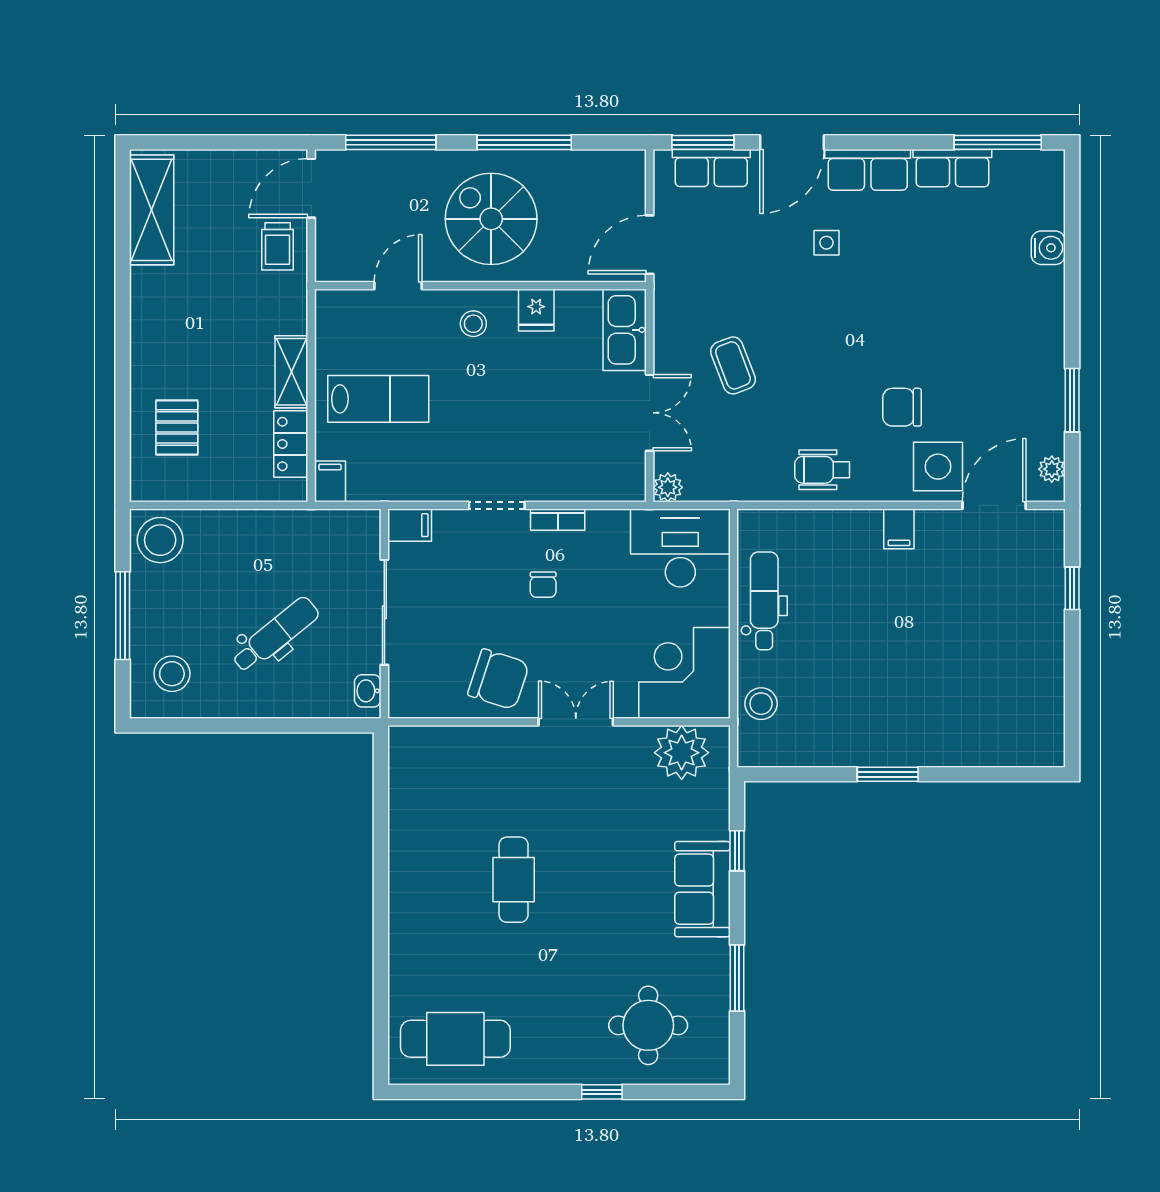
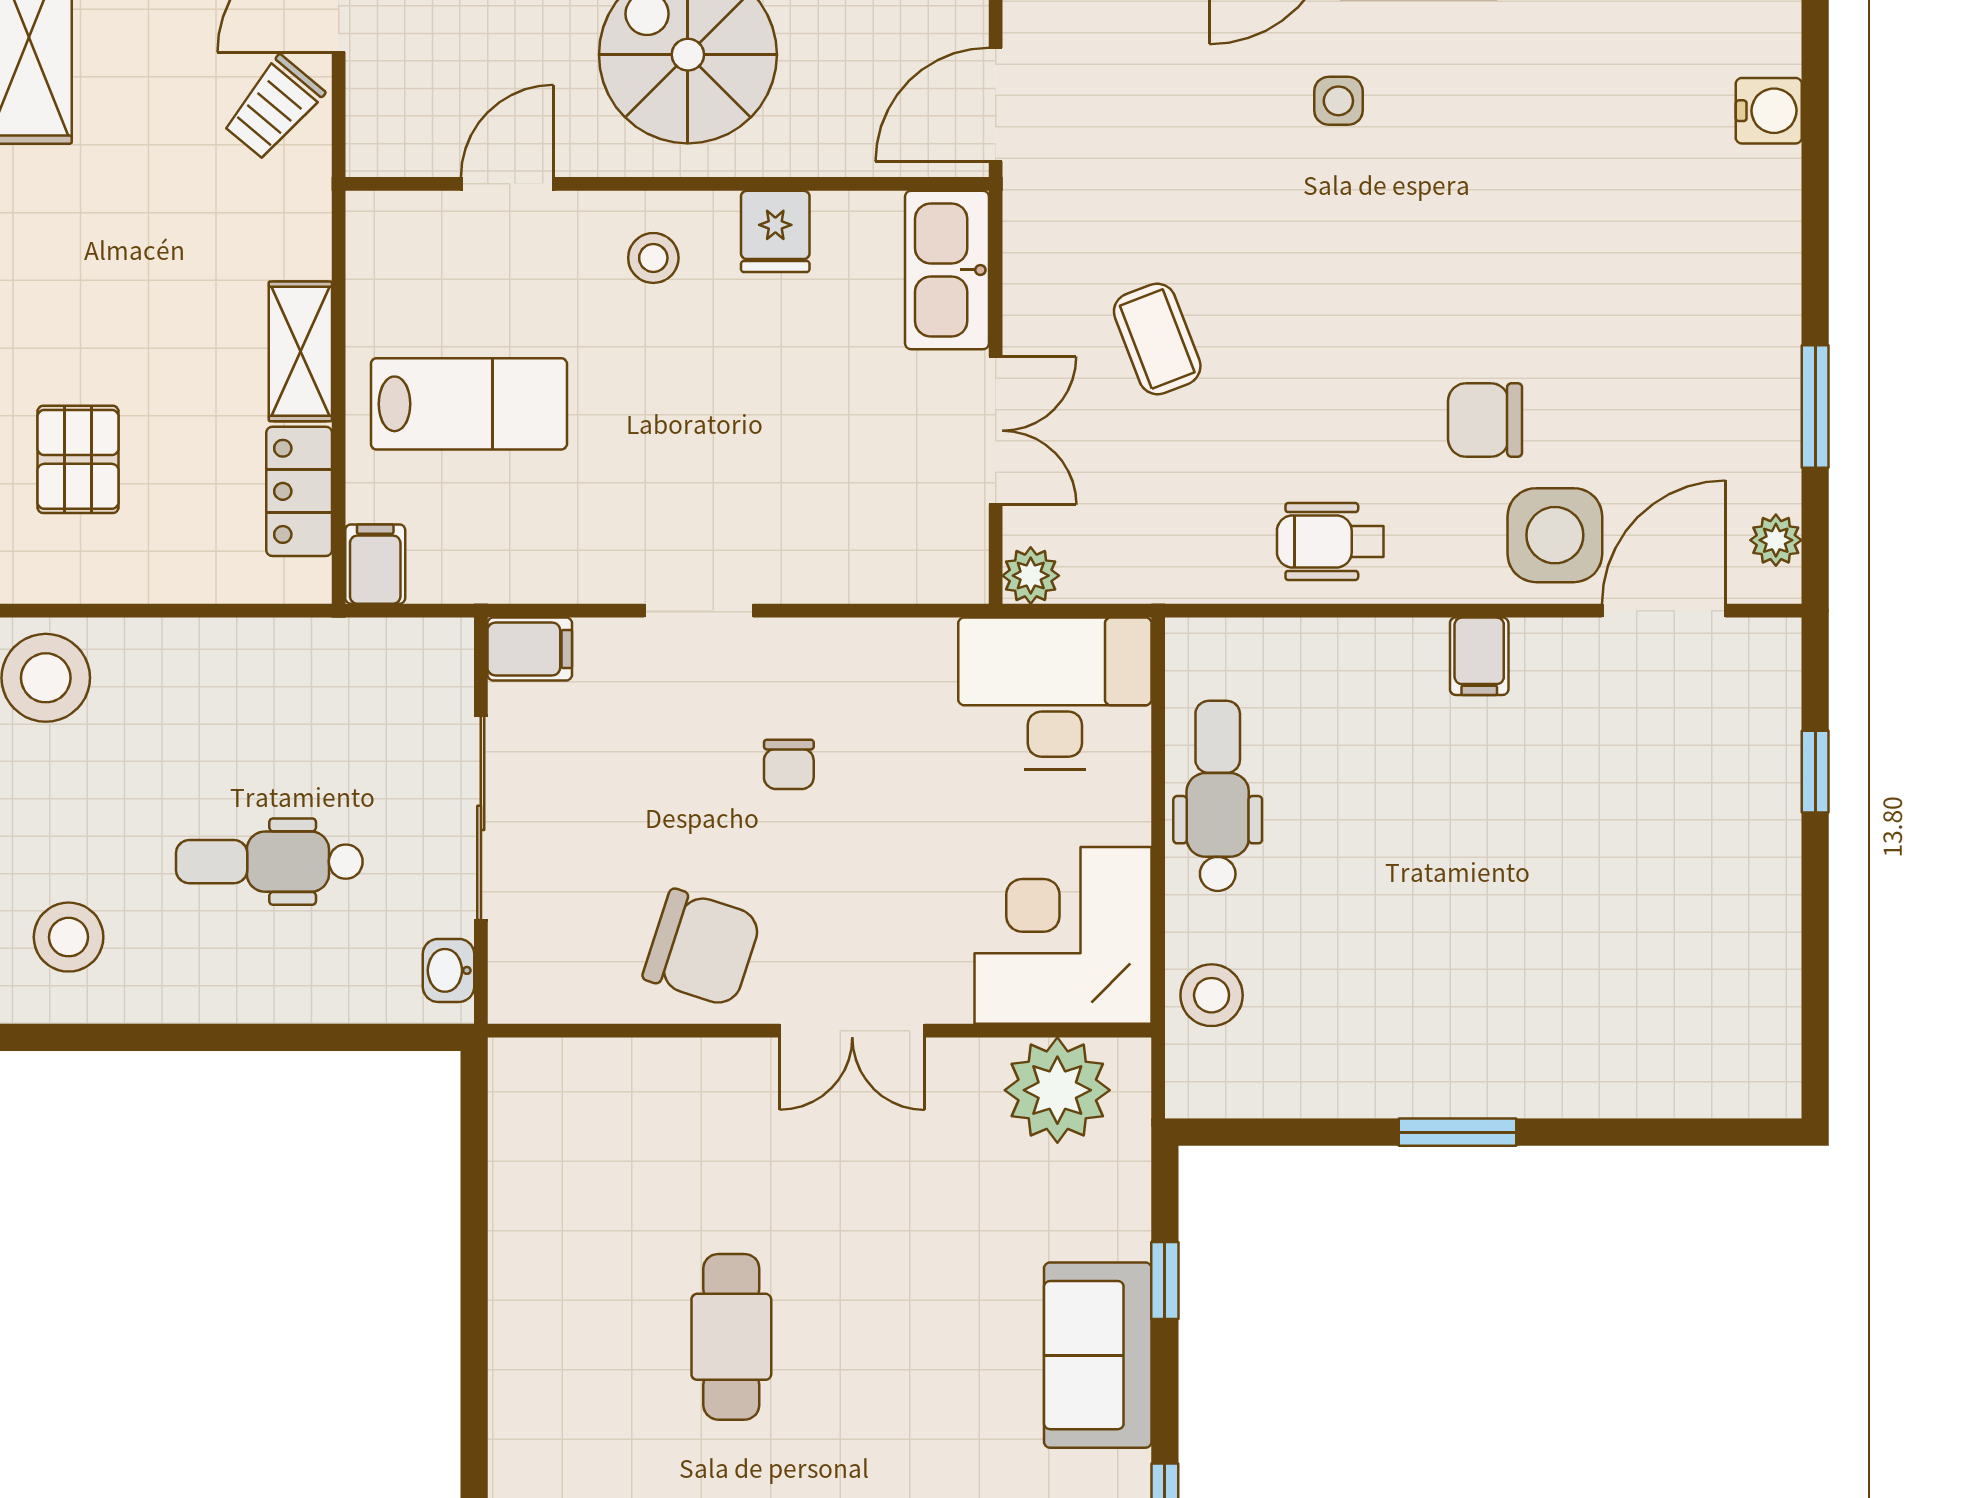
trolley: (278, 246) -> (273, 108), turned 40
bookcase: (558, 520) -> (817, 638), removed
dental chair: (275, 635) -> (269, 862), turned -141
double door: (576, 722) -> (852, 1031), swing flipped

